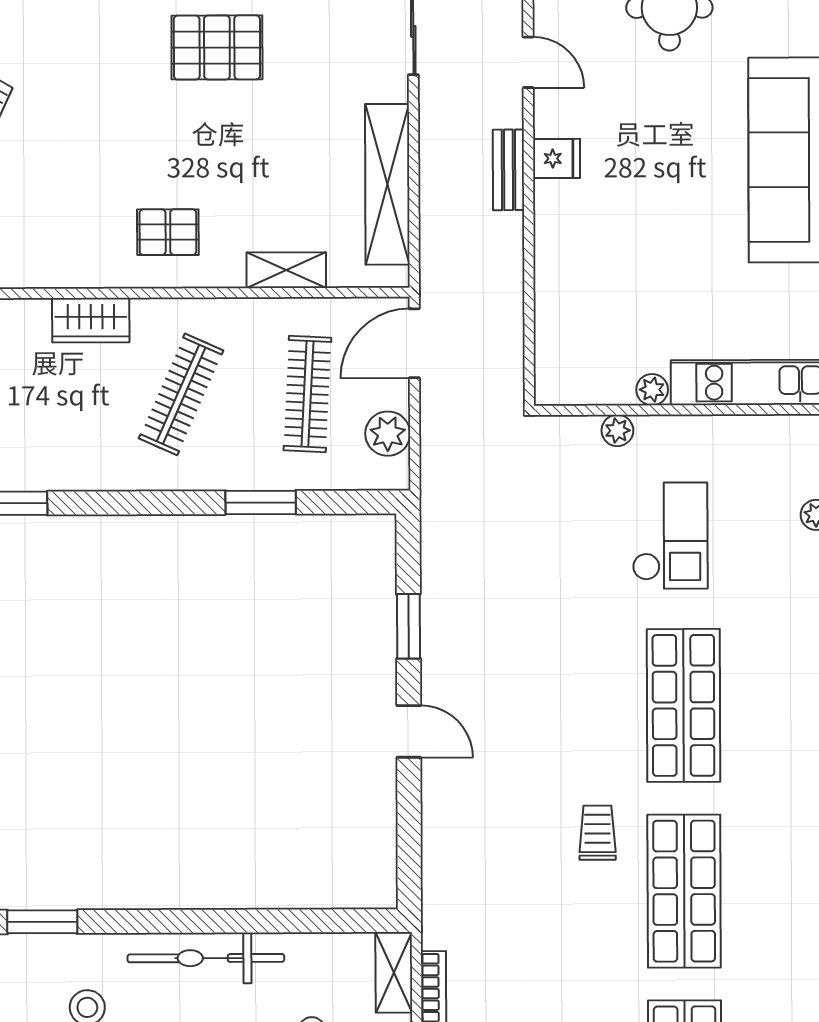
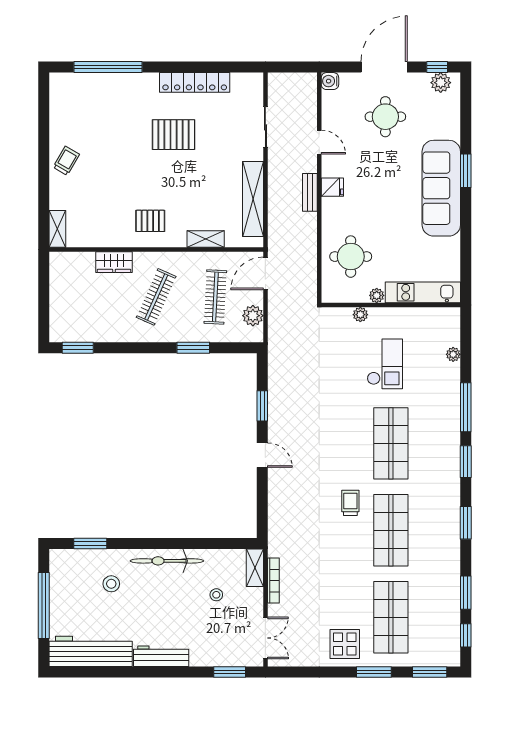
round table: (596, 307) -> (351, 257), added

